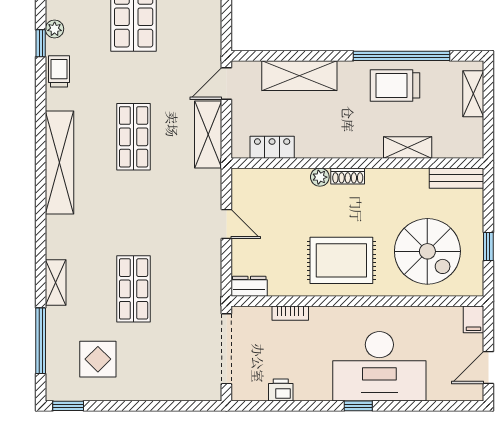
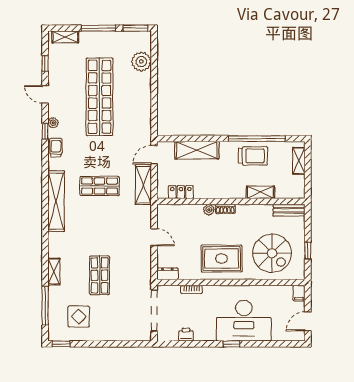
trolley: (395, 85) -> (253, 156), turned 180
shop shelf: (134, 137) -> (100, 186), turned 90

